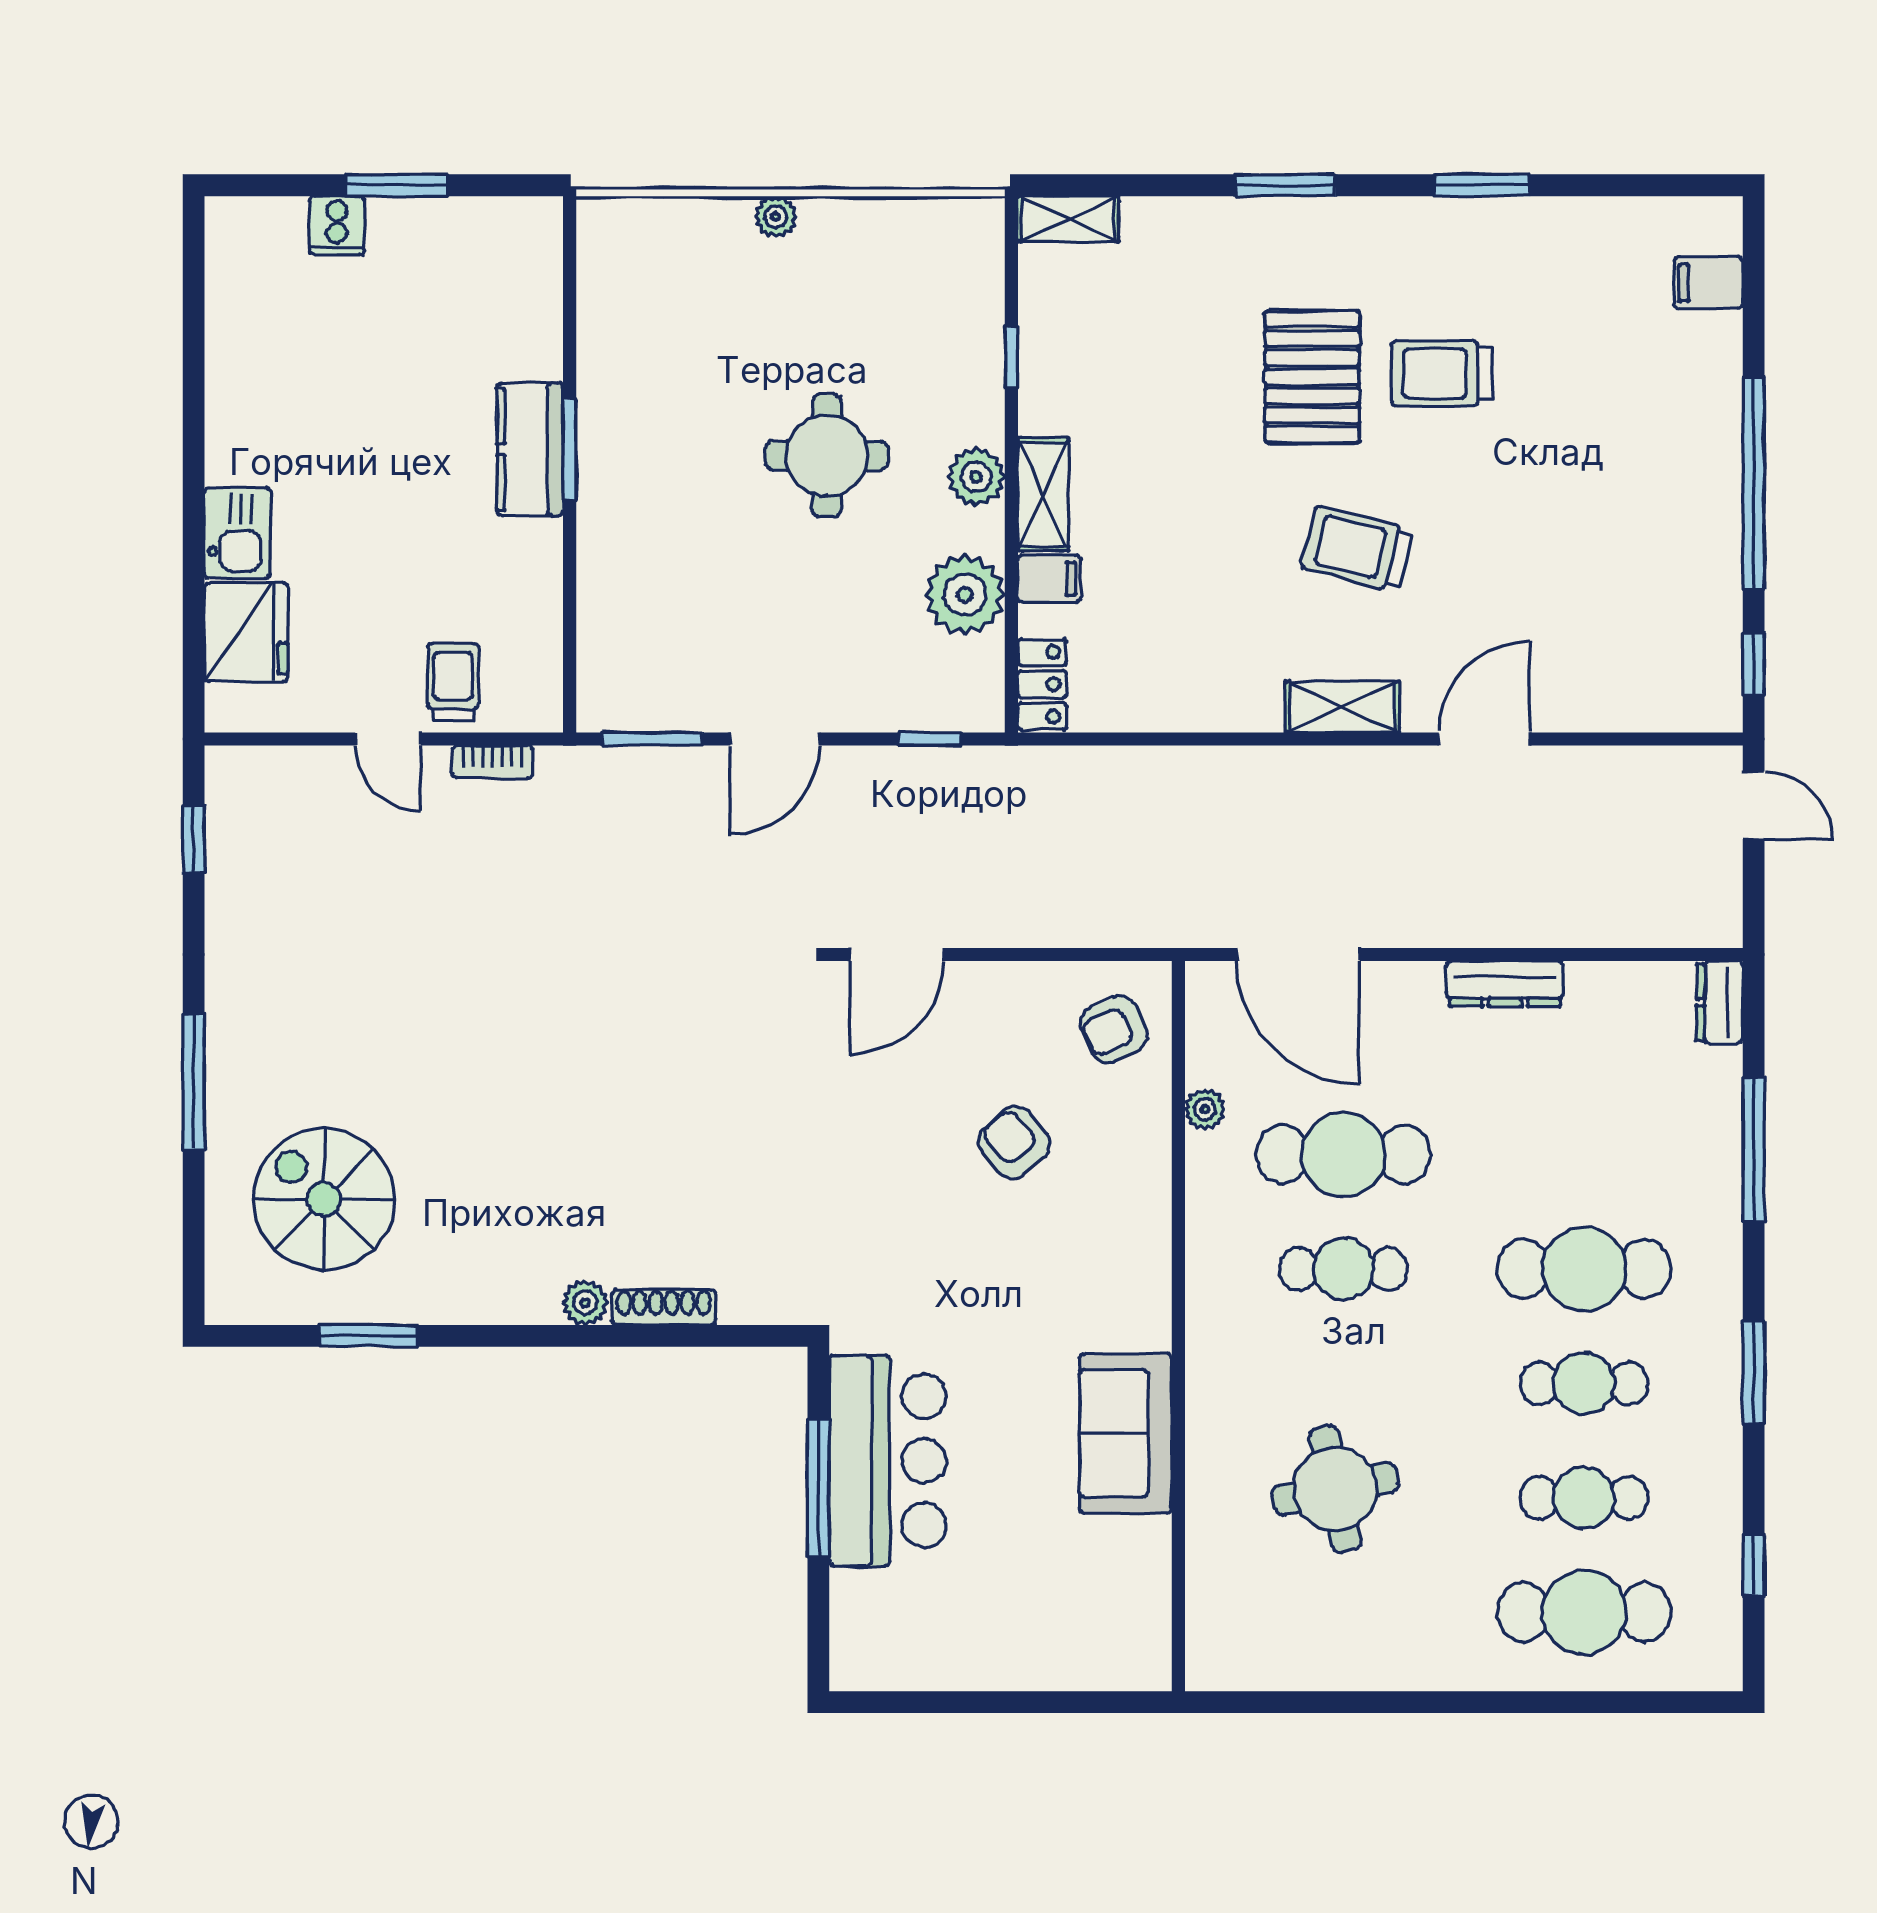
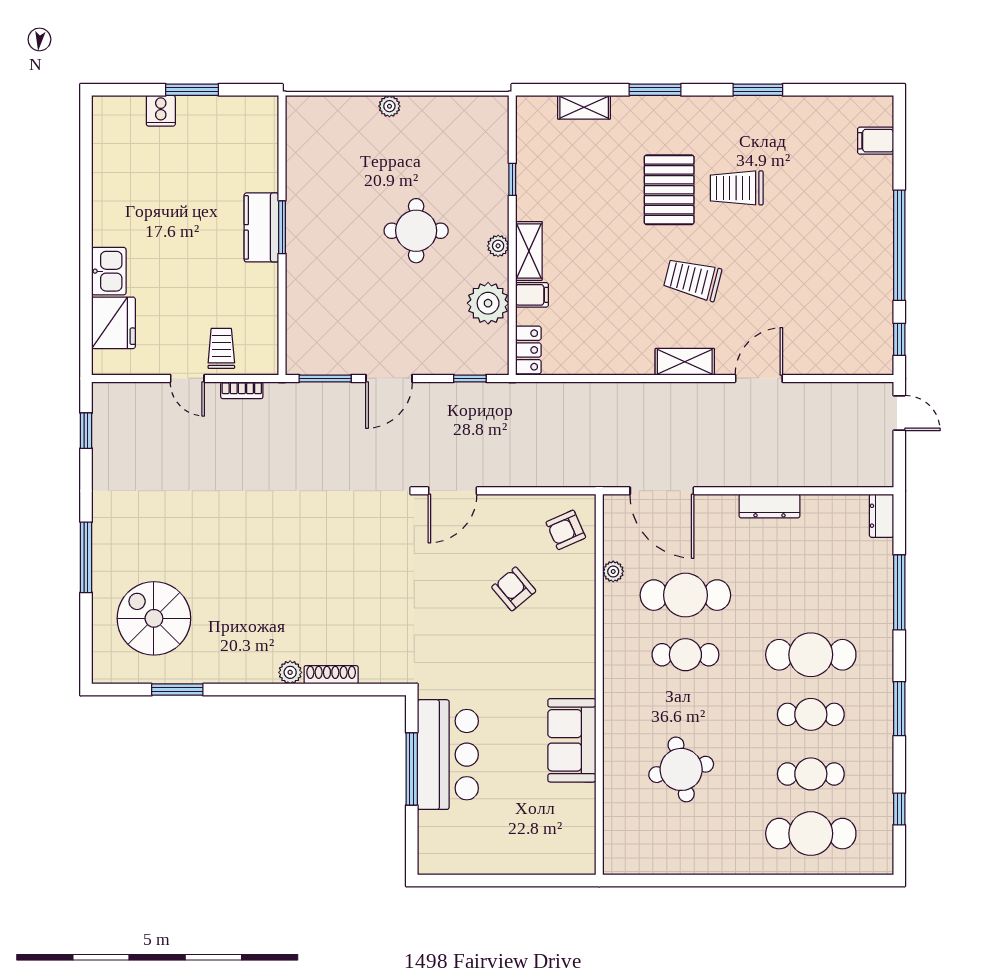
shelving: (1068, 219) -> (584, 107), moved
plant: (976, 477) -> (498, 246), width x0.73, depth x0.73

